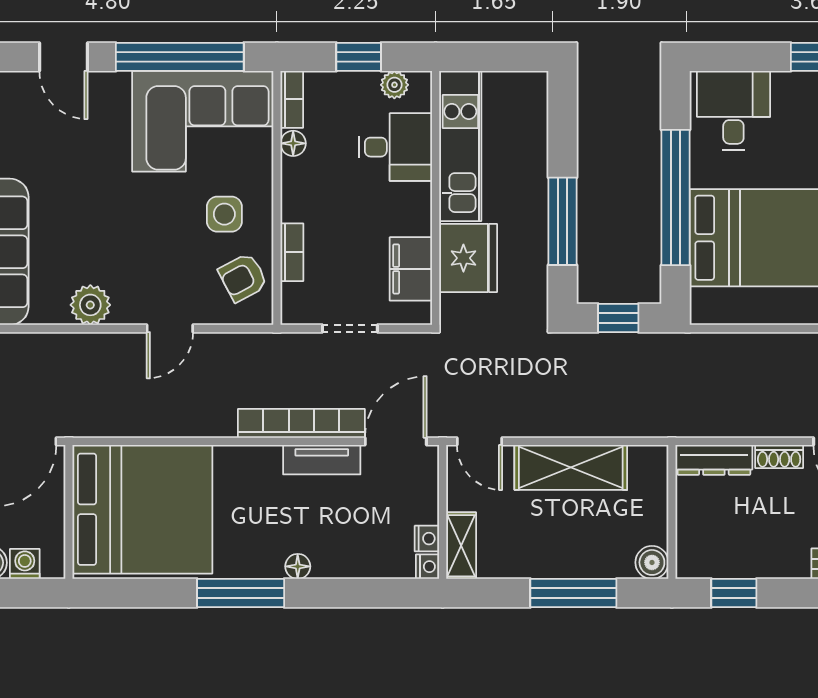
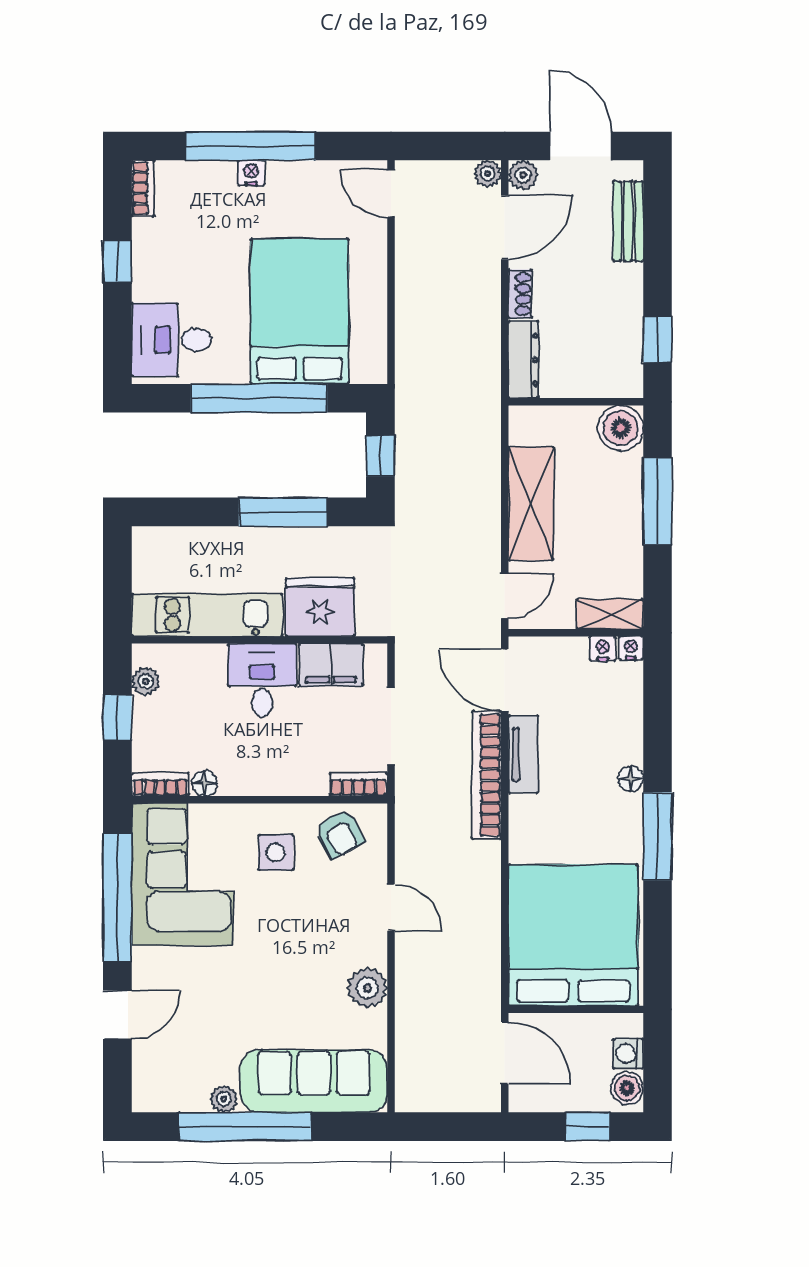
desk: (396, 147) -> (262, 680), moved
bookcase: (292, 252) -> (358, 785), moved
doorway: (350, 328) -> (391, 726), width x1.38
boiler: (652, 562) -> (621, 428), width x1.36, depth x1.36

